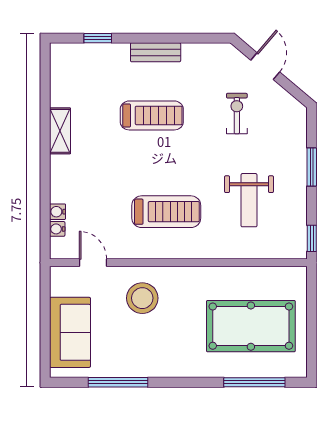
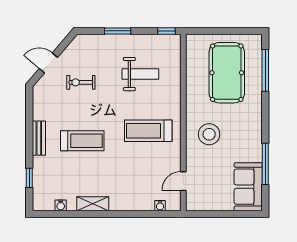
treadmill: (152, 115) -> (82, 141), turned 90
water cooler: (58, 212) -> (61, 205), moved
treadmill: (166, 212) -> (148, 131), turned -90
stool: (142, 298) -> (209, 134), moved
sofa: (70, 332) -> (248, 187), moved, turned -90

